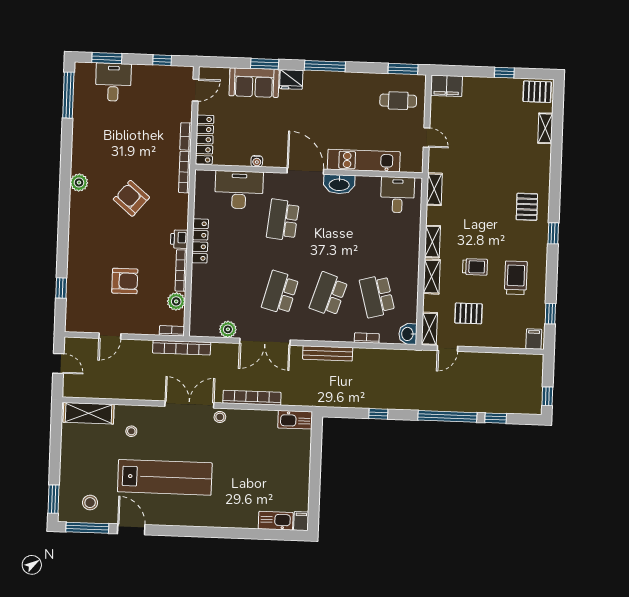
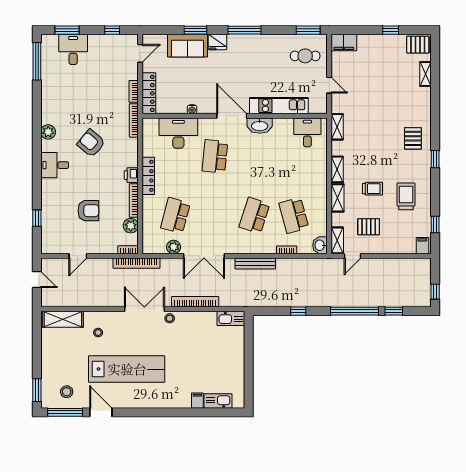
desk: (85, 224) -> (55, 165), added
school desk: (280, 293) -> (175, 215), moved
filing cabinet: (301, 521) -> (197, 401), moved

